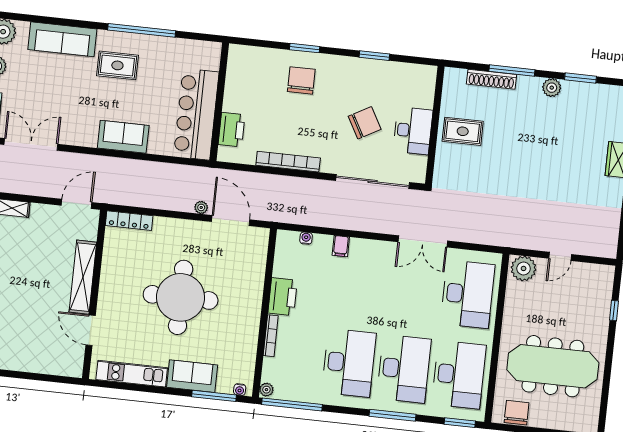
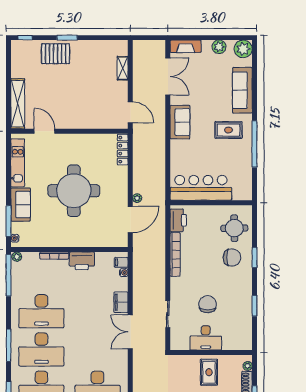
rug: (117, 65) -> (228, 130), turned 90
round table: (259, 72) -> (234, 228), added
plant: (460, 75) -> (248, 366), added
chair: (365, 123) -> (208, 304), turned -151
printer: (231, 130) -> (178, 220), moved, turned -90
sofa: (123, 137) -> (180, 122), moved
sliding door: (373, 181) -> (168, 314), width x0.54
filing cabinet: (291, 240) -> (121, 262), added
double door: (423, 241) -> (130, 332), moved
filing cabinet: (341, 246) -> (121, 302), width x2.00
shelving: (83, 277) -> (18, 104), moved, turned 90
door: (91, 330) -> (44, 131), hinge flipped

